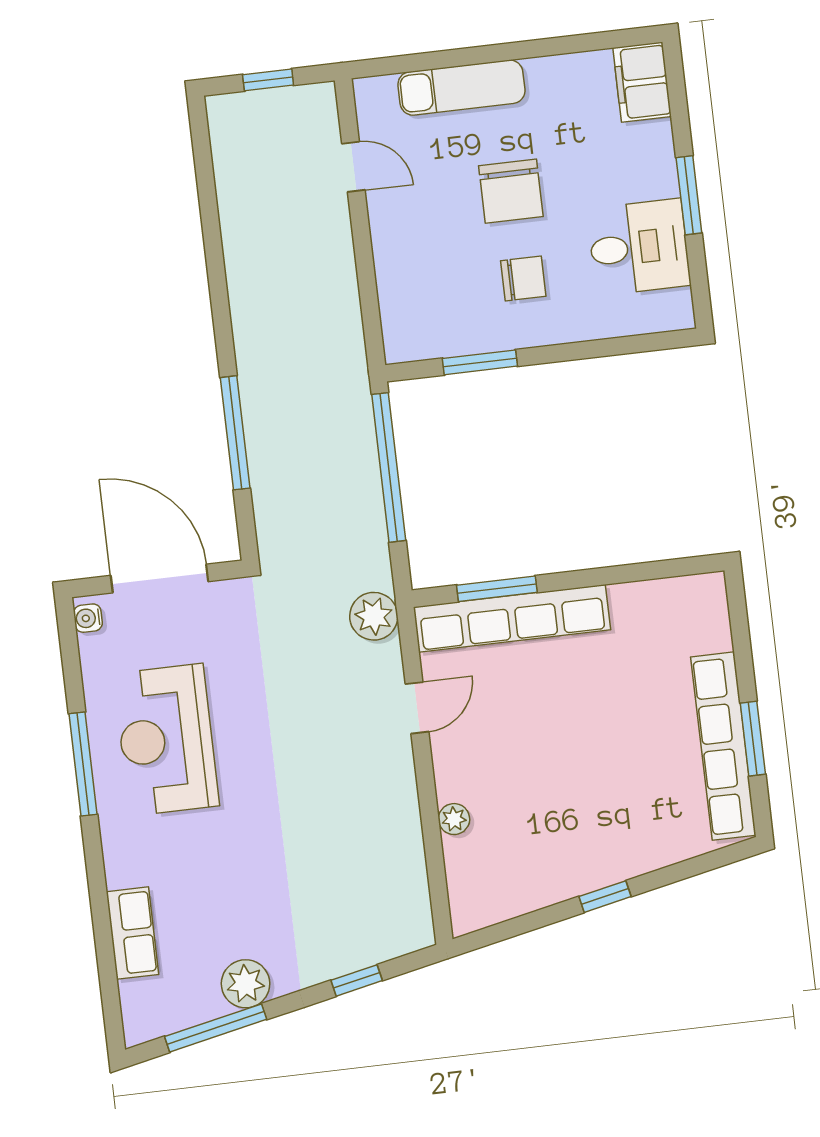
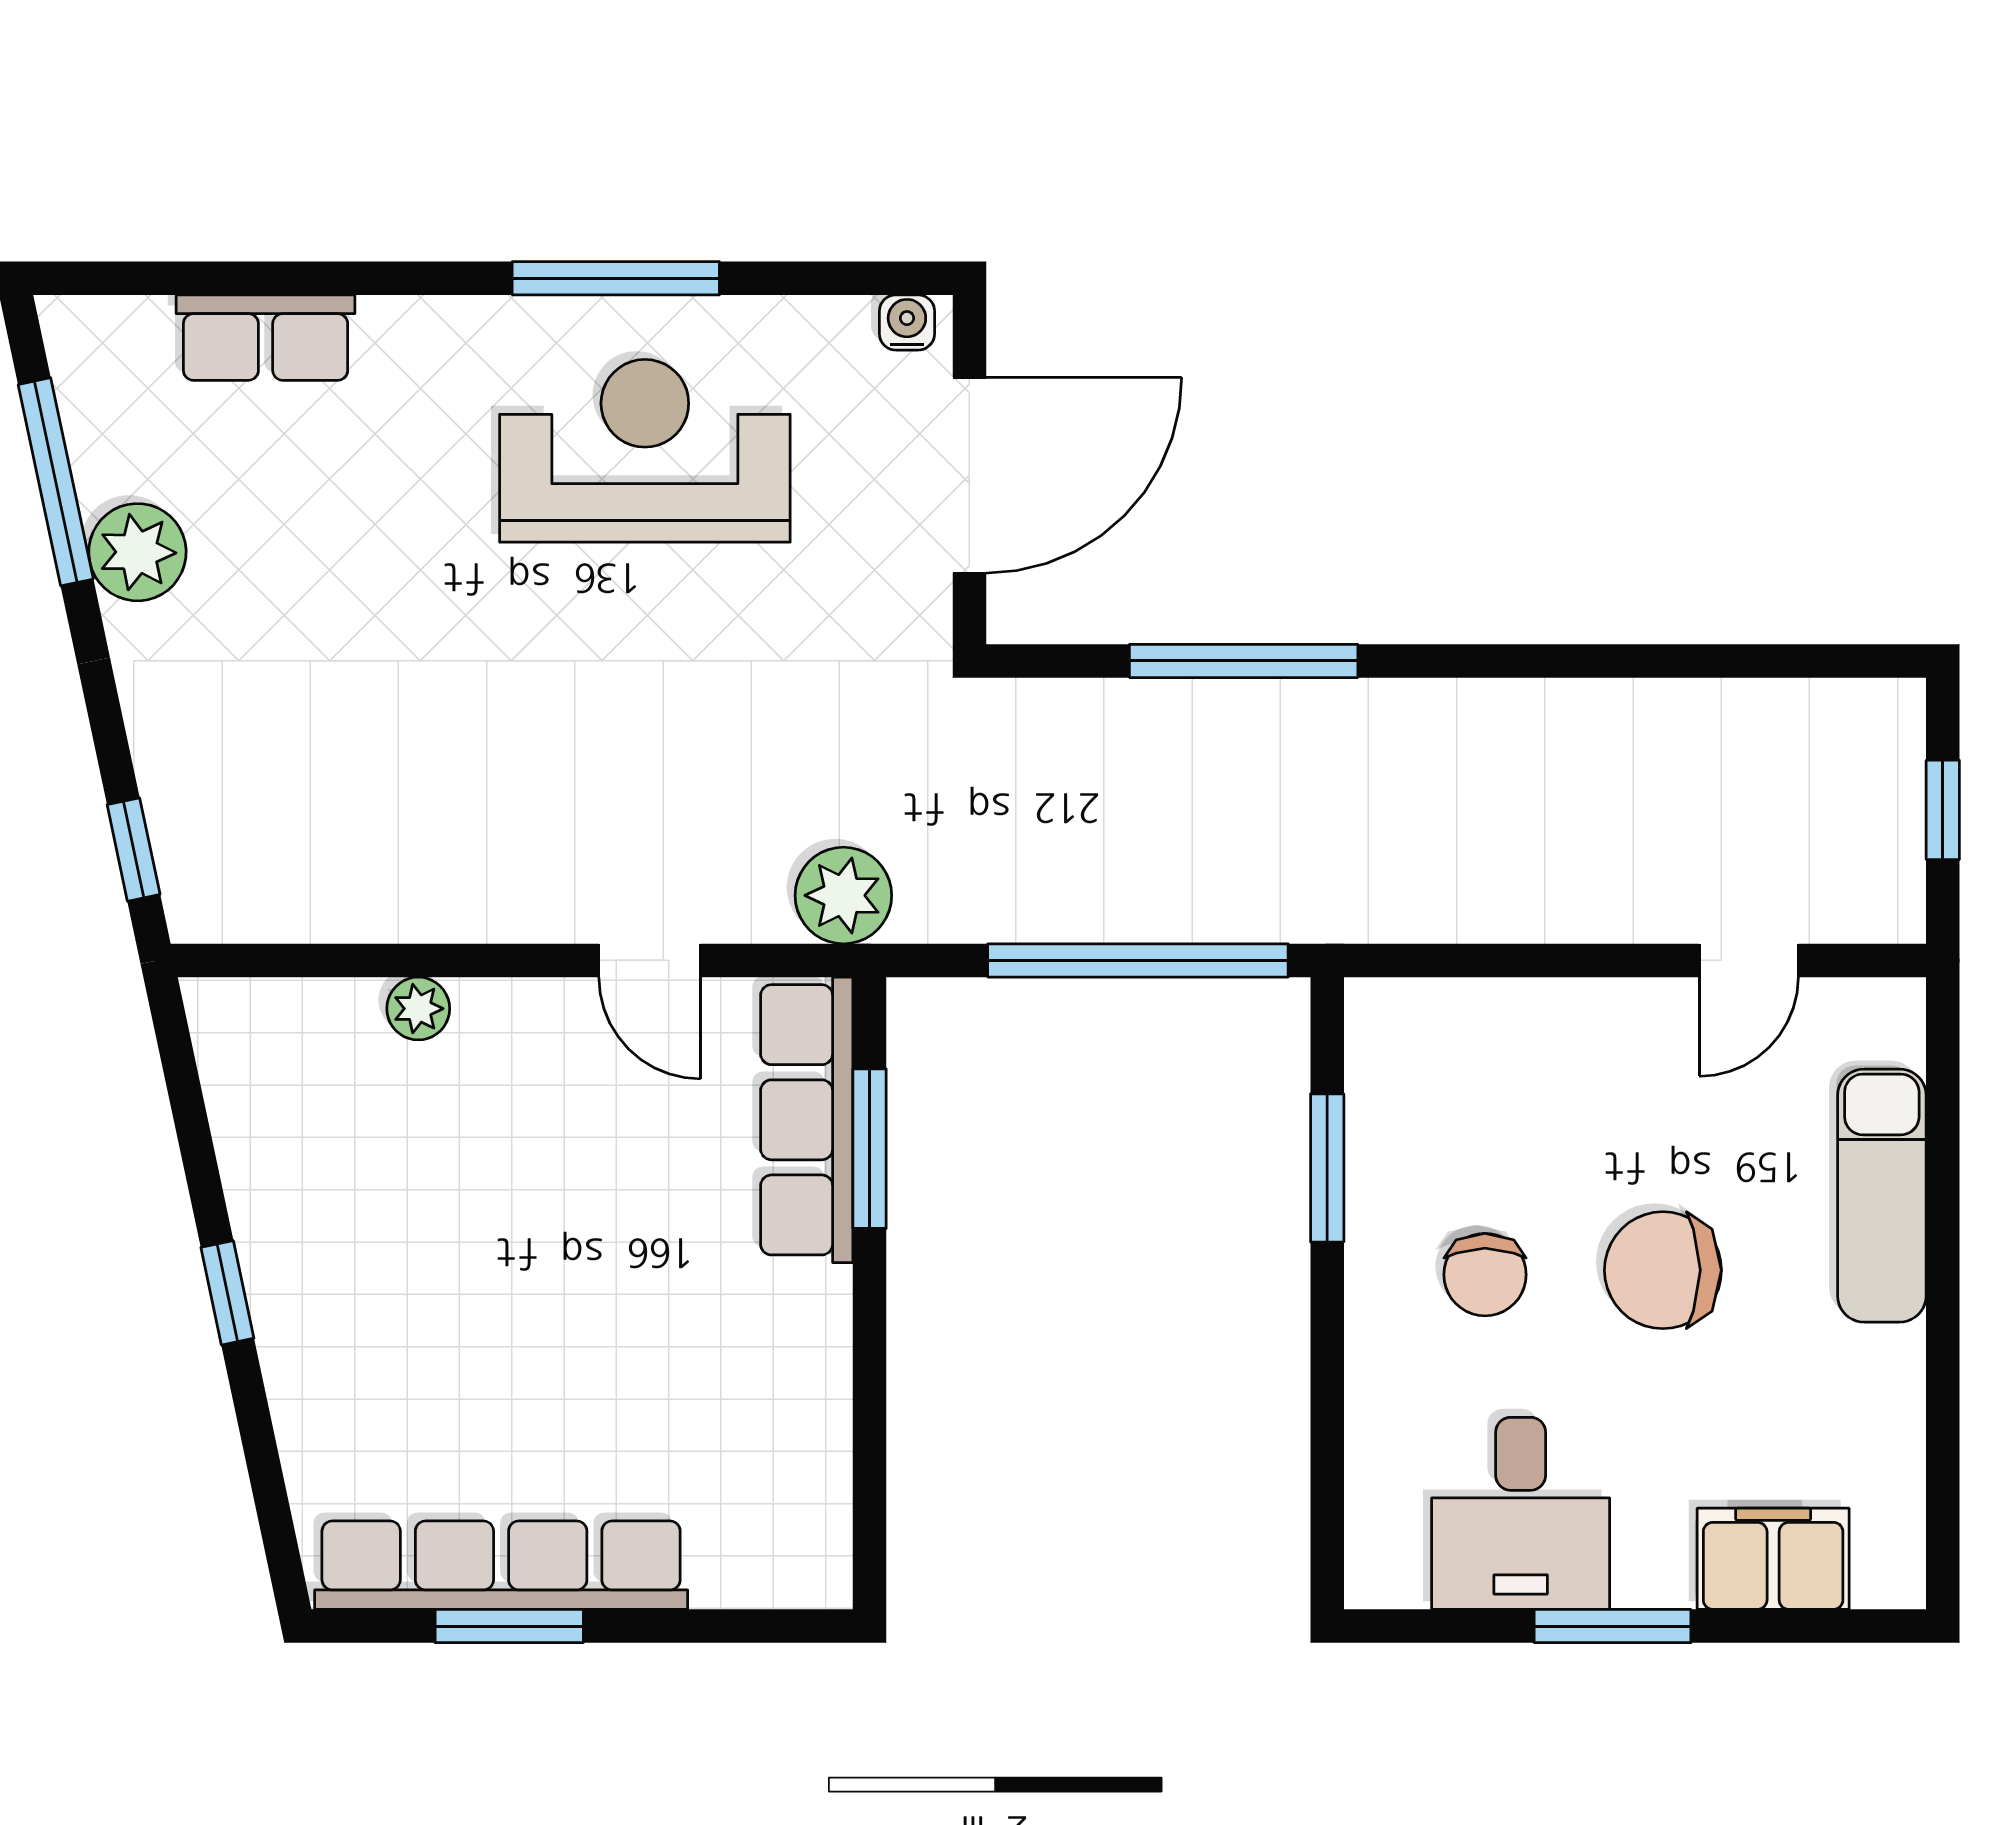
filing cabinet: (642, 82) -> (1773, 1559), moved
row of seats: (512, 618) -> (807, 1120), width x0.73
window: (357, 980) -> (134, 850), moved

